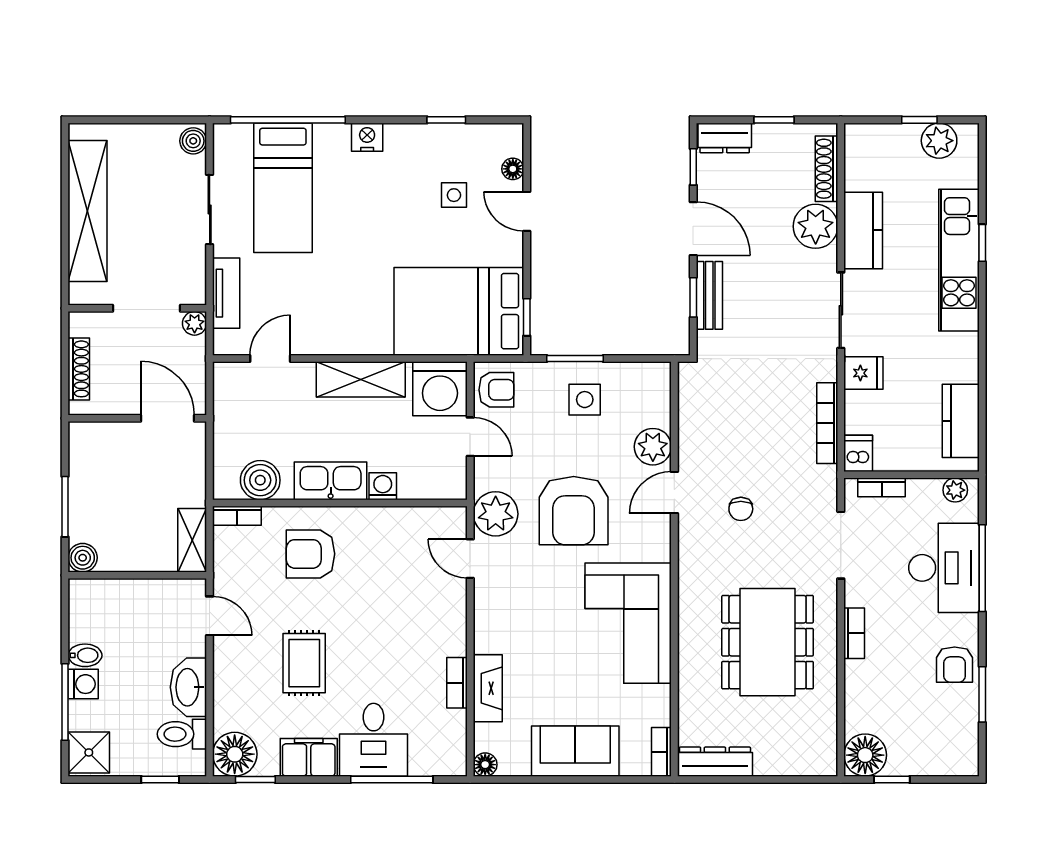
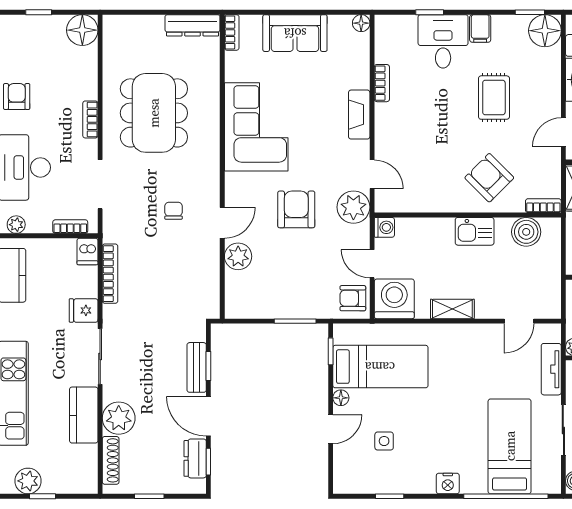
dresser: (725, 138) -> (195, 458), moved, turned -90
floor lamp: (513, 169) -> (341, 398), moved
door: (527, 211) -> (331, 429), hinge flipped
bed: (459, 311) -> (380, 367), width x0.67
shelving: (361, 379) -> (452, 309), width x0.67, depth x0.75
side table: (585, 400) -> (288, 291), removed
kitchen sink: (331, 481) -> (475, 231), width x0.73
washing machine: (383, 486) -> (384, 227), moved, turned -90
armchair: (574, 511) -> (296, 209), width x0.73, depth x0.73
armchair: (310, 554) -> (489, 178), turned -135
door: (210, 616) -> (563, 132), hinge flipped
fireplace: (488, 688) -> (359, 115), moved
filing cabinet: (309, 757) -> (480, 28), width x0.50
window: (392, 779) -> (430, 12), width x0.46
window: (892, 779) -> (39, 12), moved

